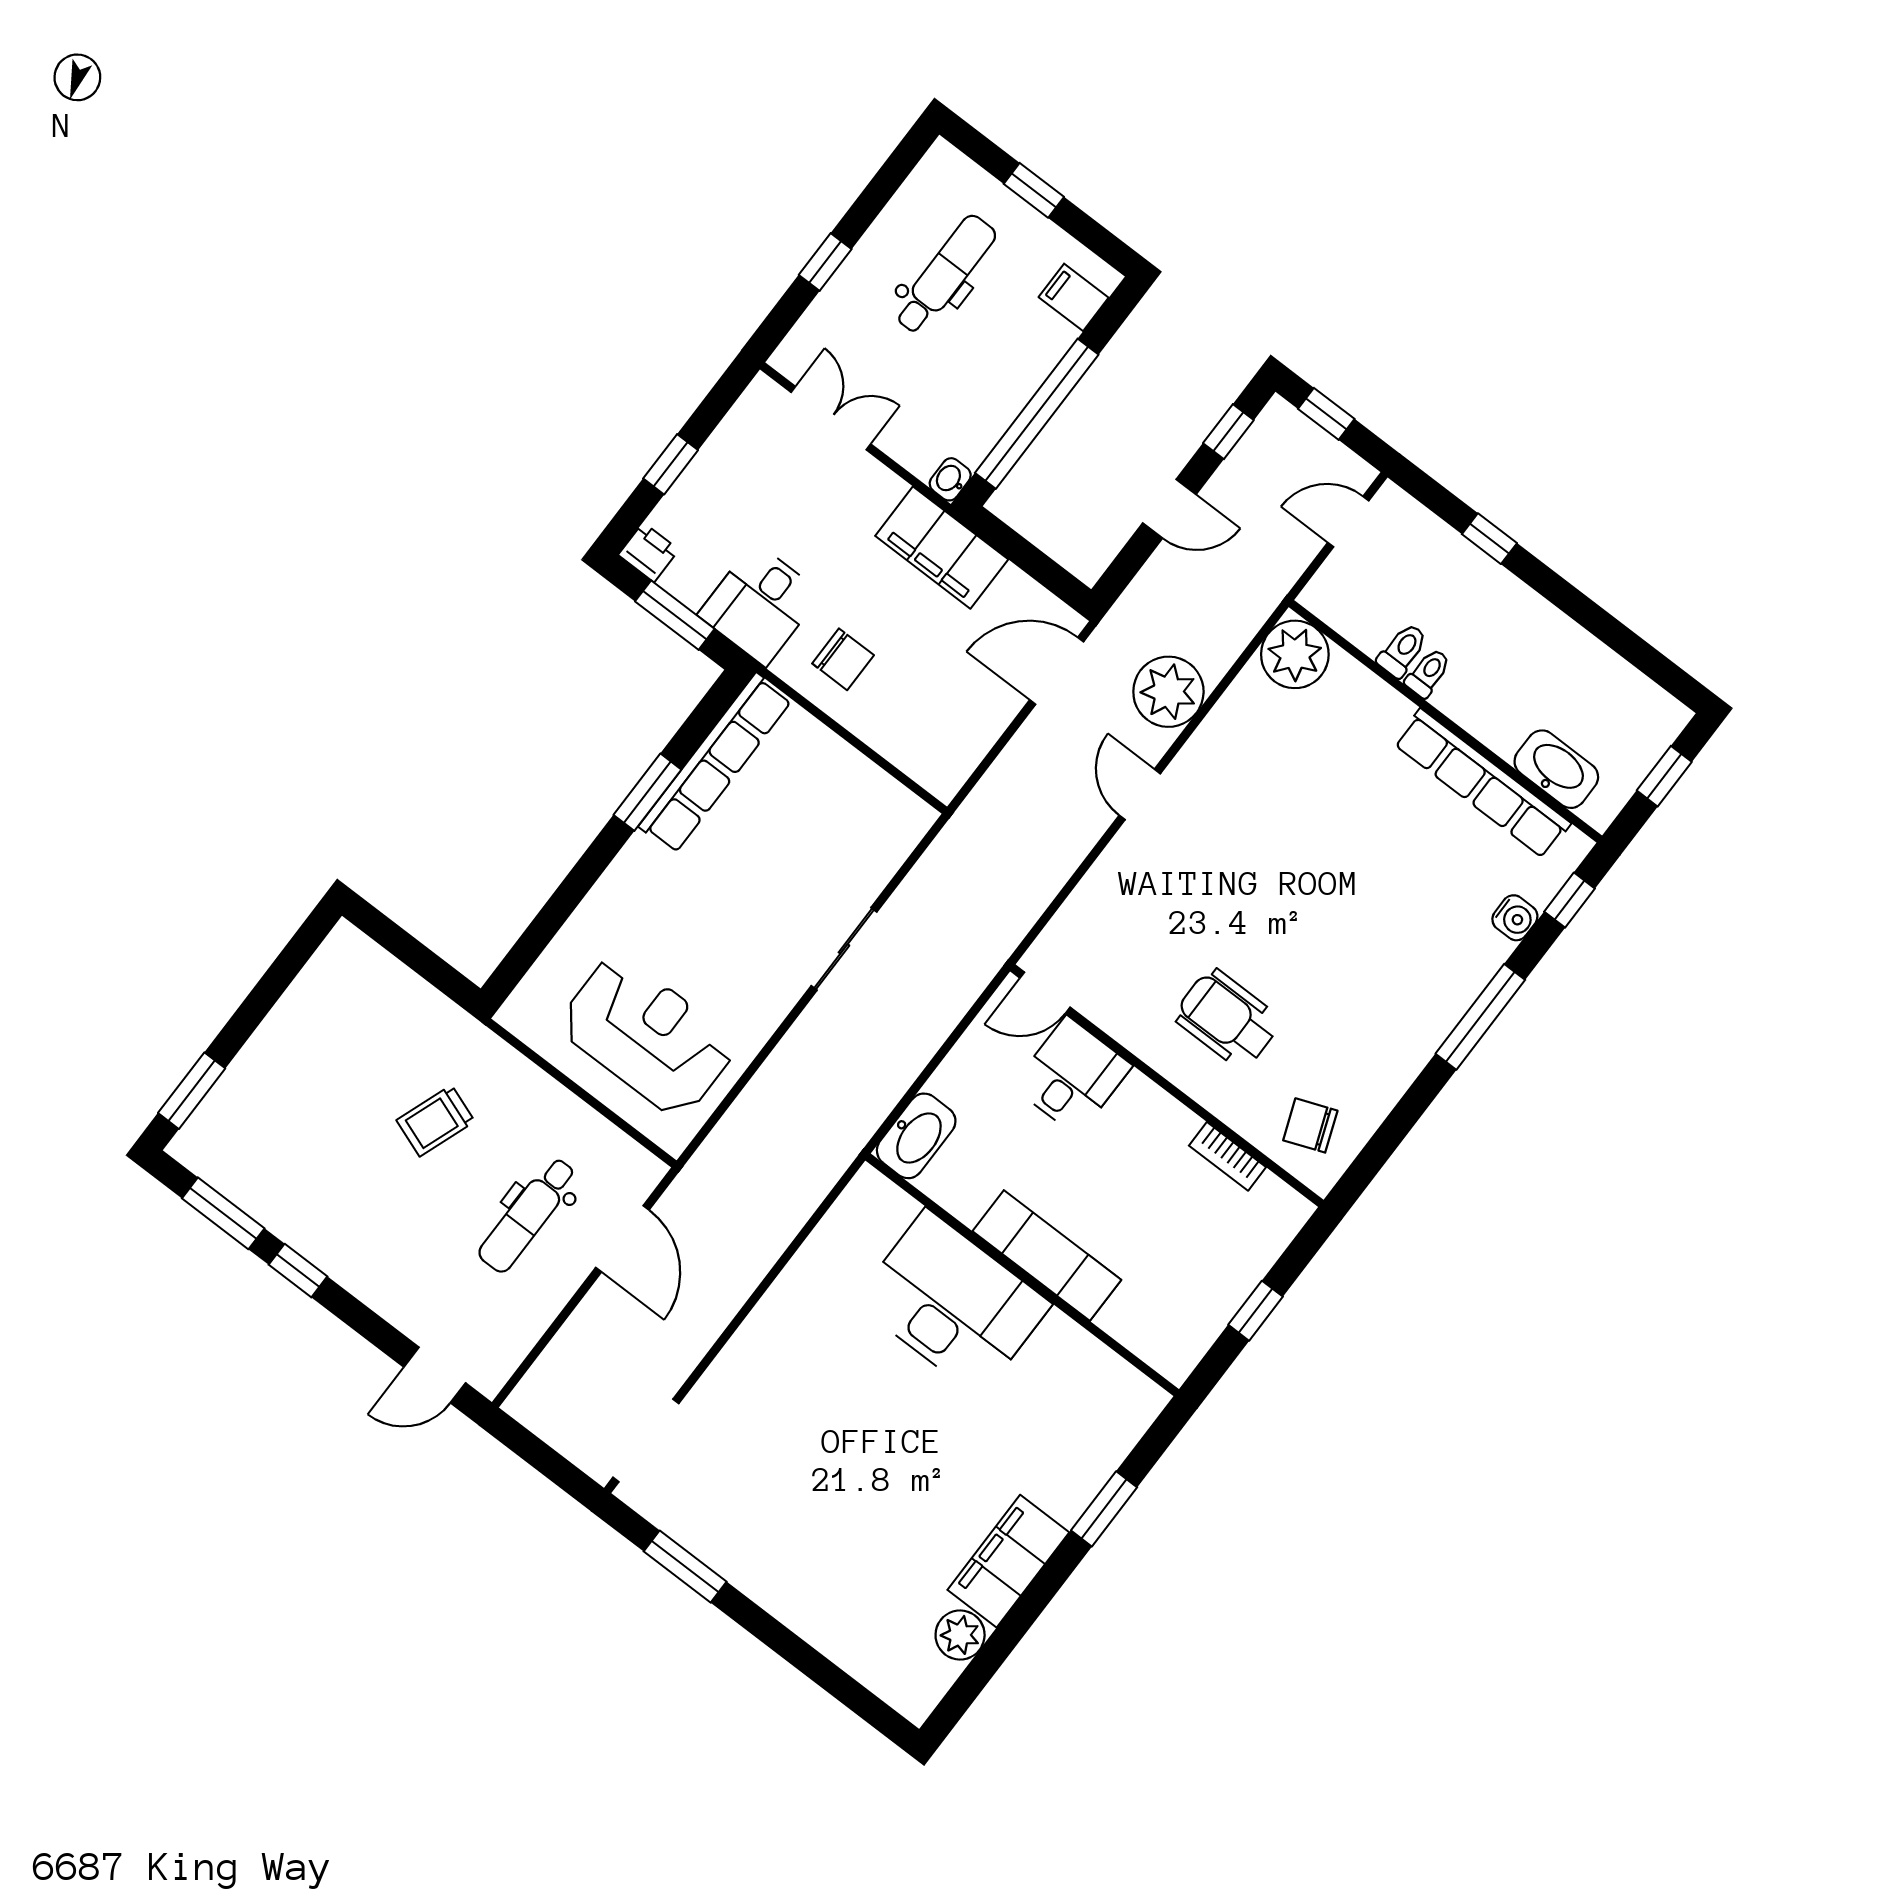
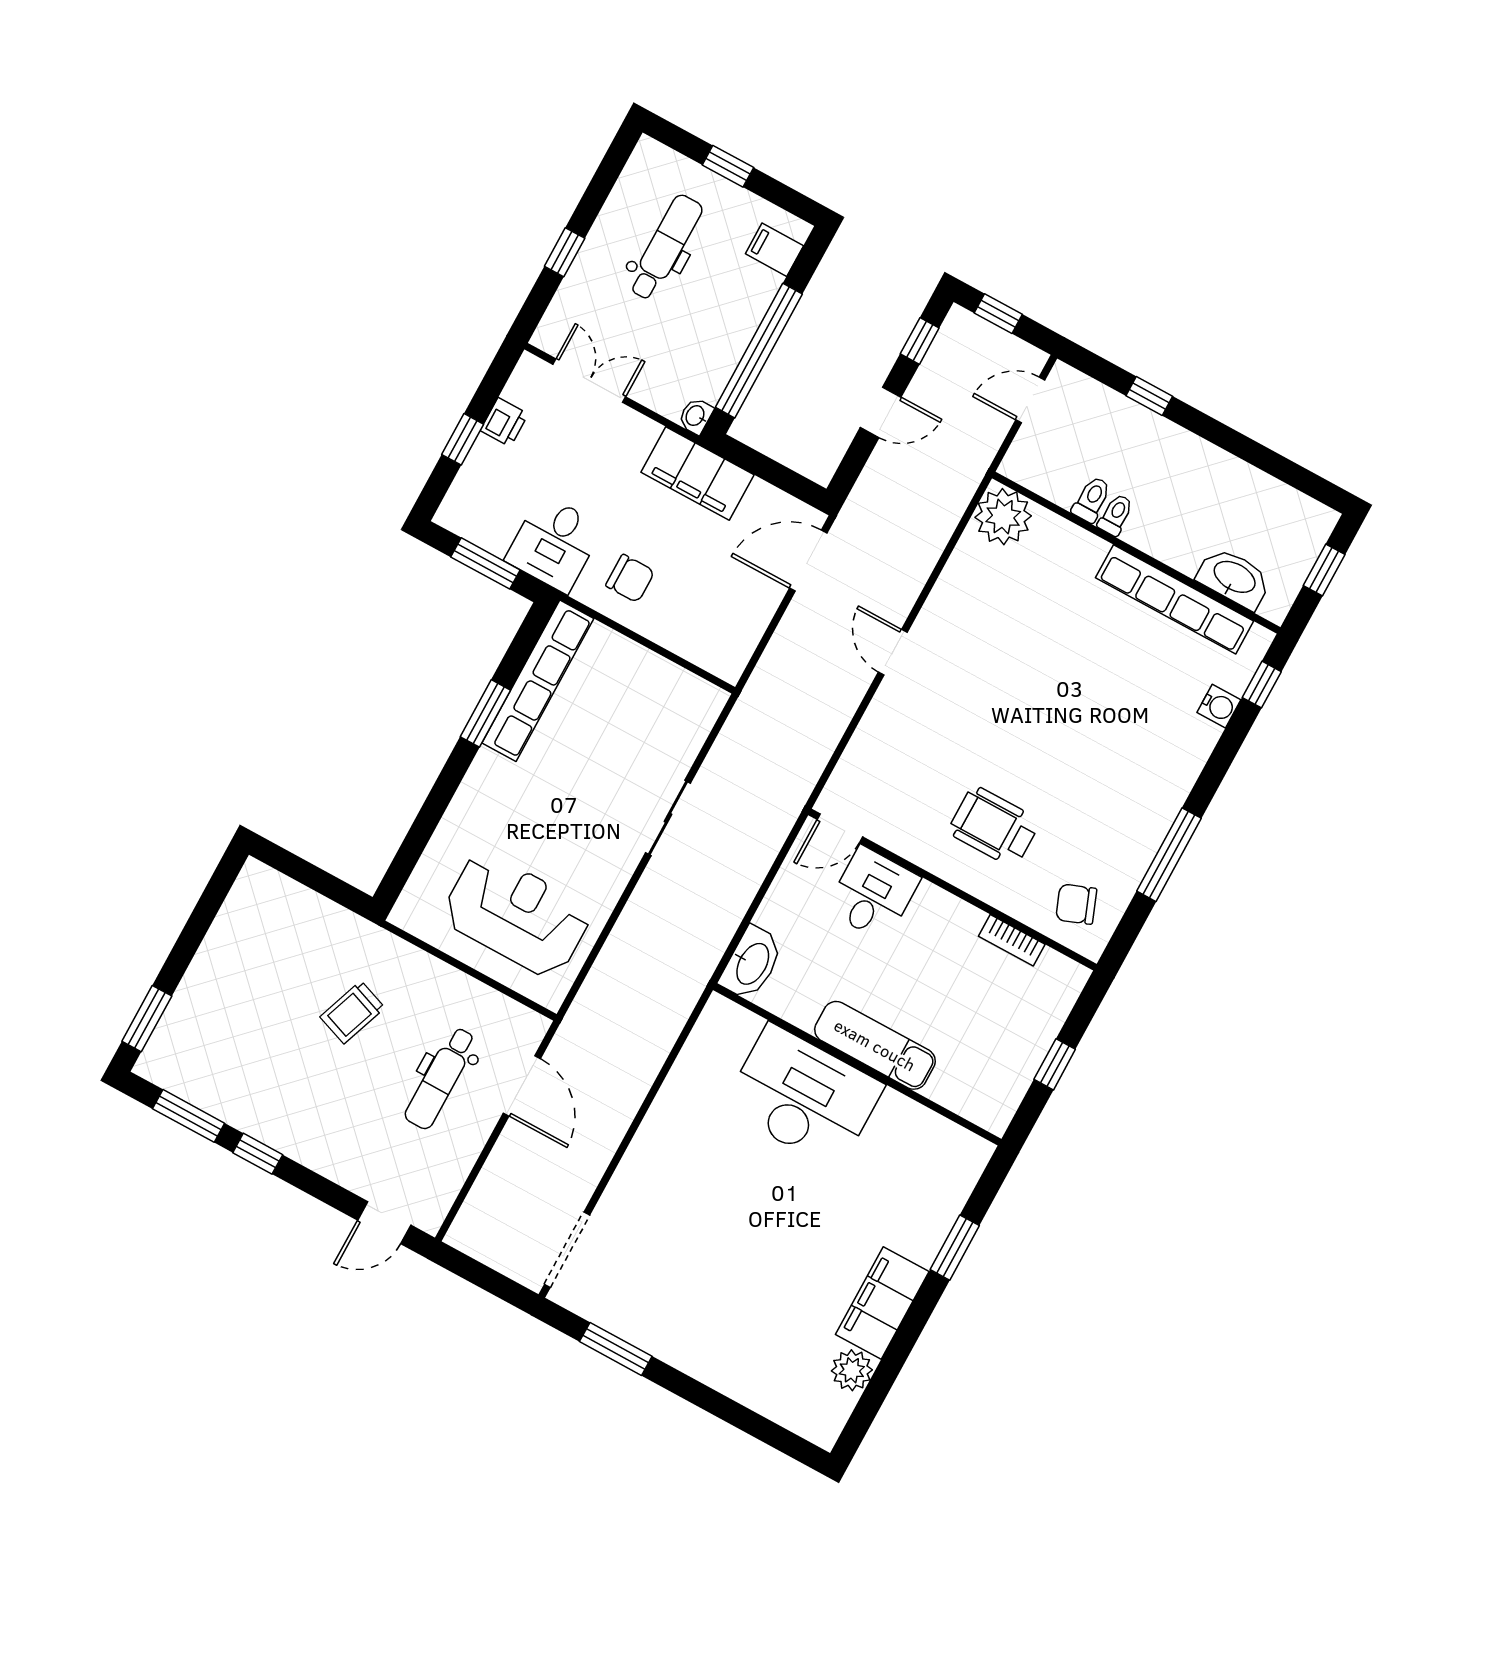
printer: (649, 552) -> (504, 422), moved, turned 90
plant: (1168, 692) -> (903, 564), removed
window: (1480, 1017) -> (1169, 855), moved

